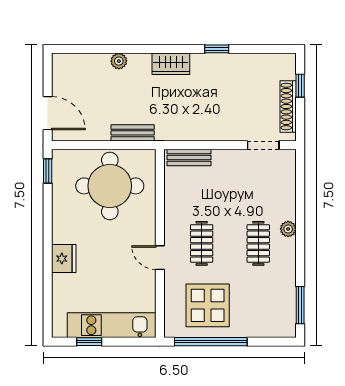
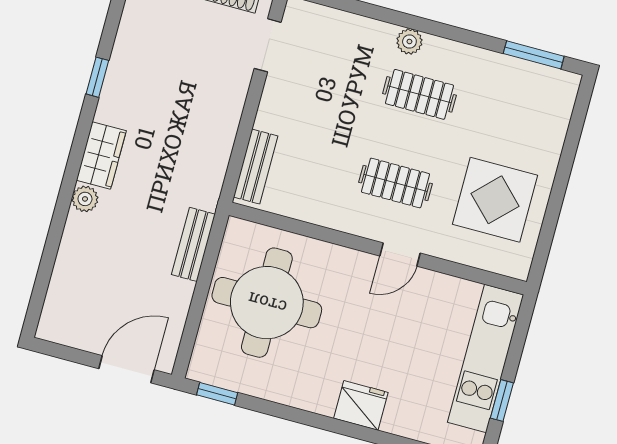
plant: (119, 61) -> (85, 199), moved
window: (211, 342) -> (553, 210), removed

